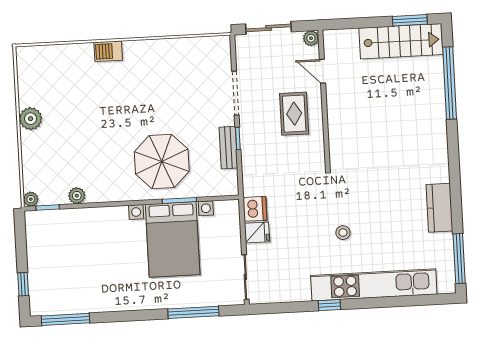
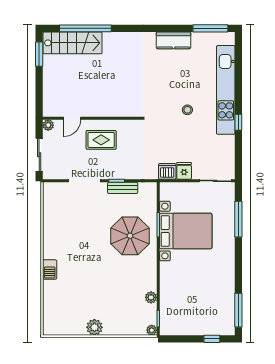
stairs: (401, 41) -> (73, 43), moved, turned 90

